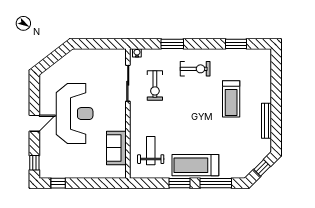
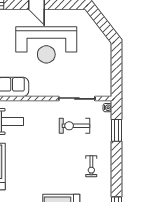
window: (172, 44) -> (117, 130), moved
exercise bike: (195, 69) -> (91, 166), width x0.73, depth x0.72

